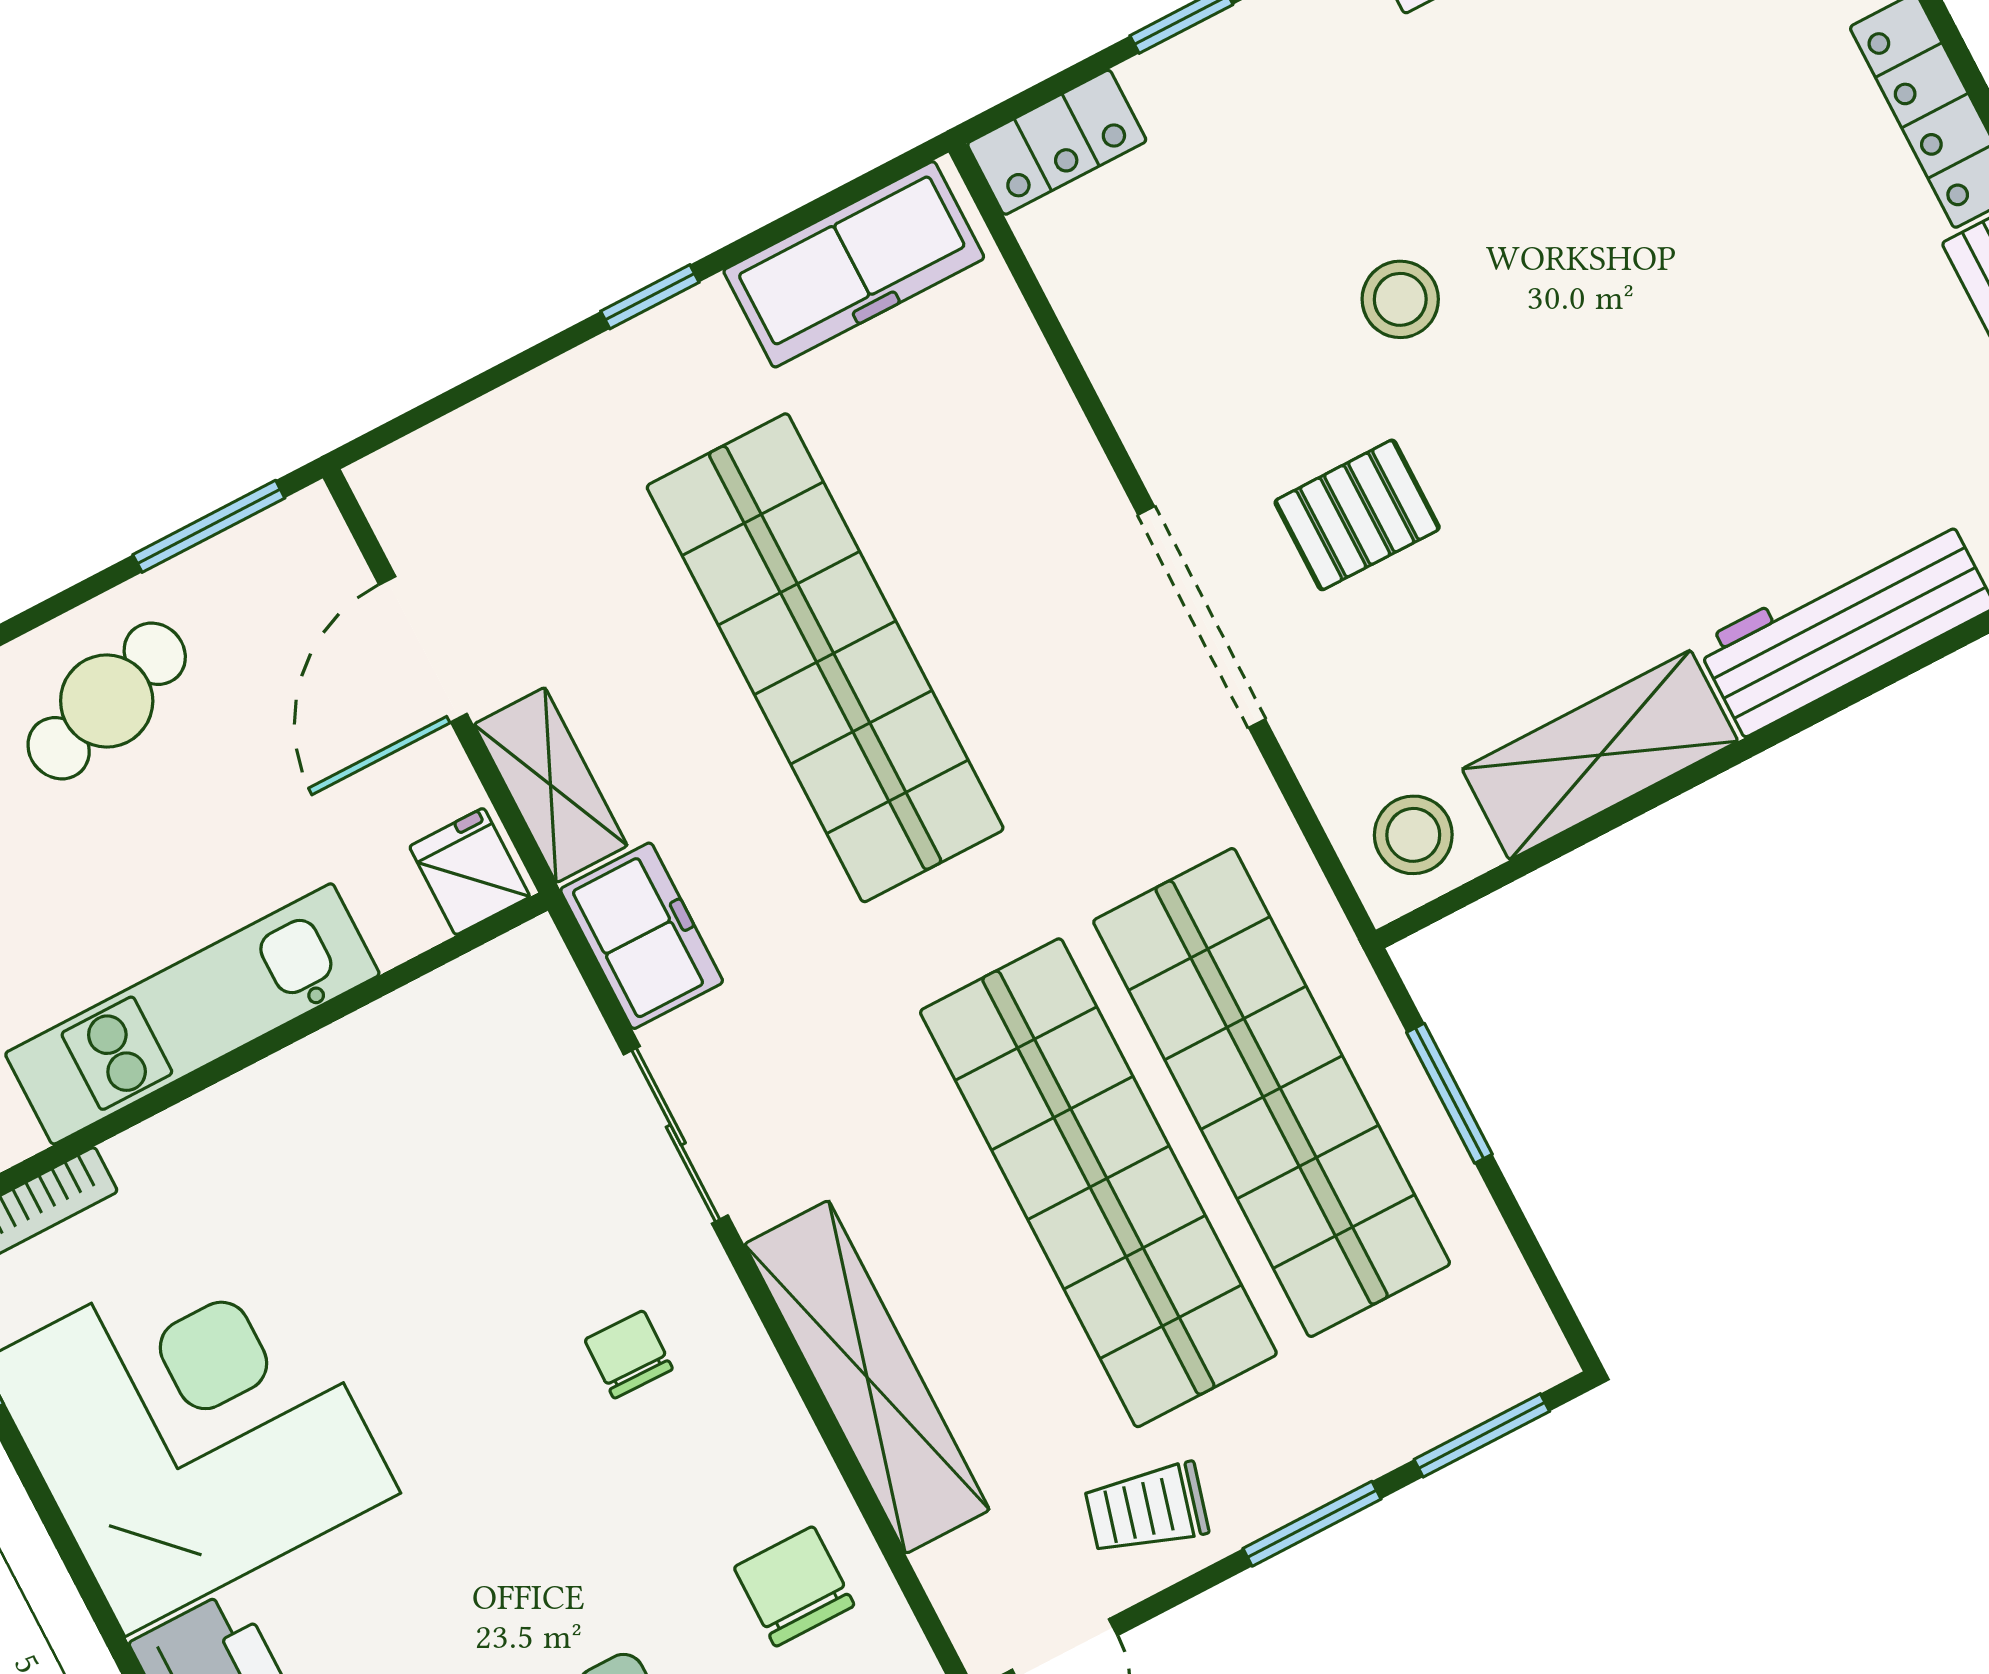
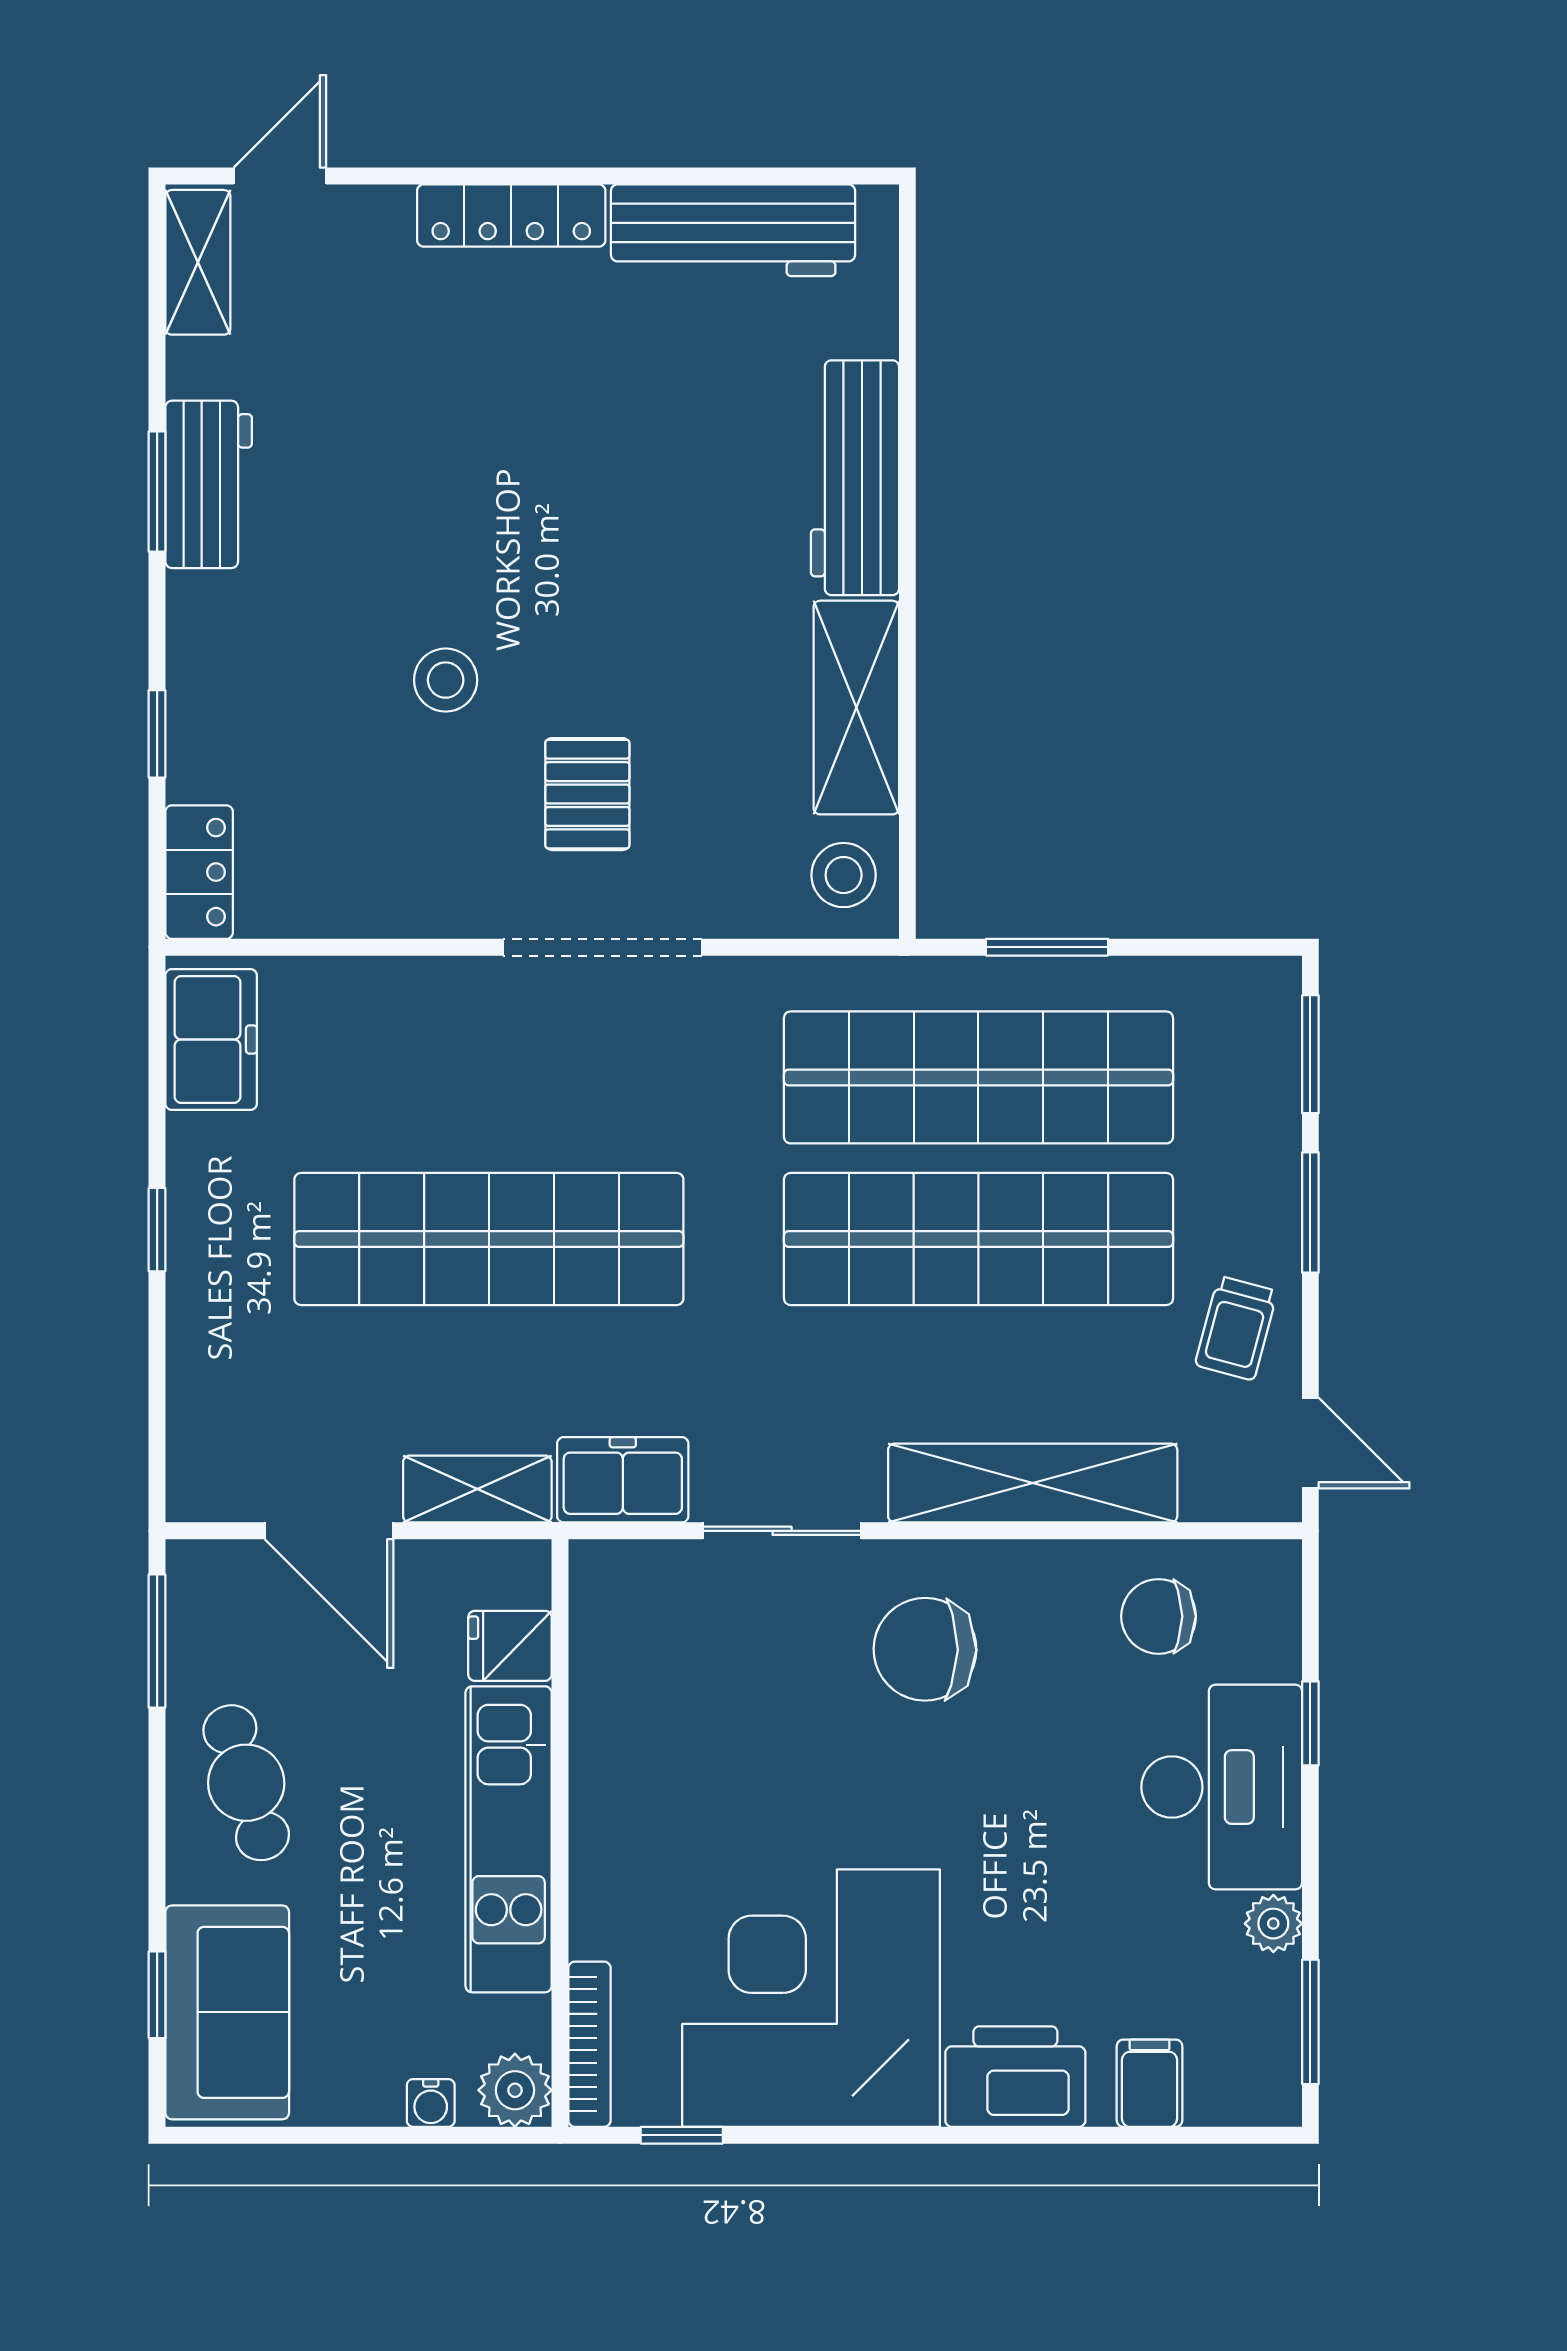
freezer: (854, 264) -> (211, 1039), width x0.71
fridge: (470, 872) -> (510, 1646), moved
chair: (629, 1354) -> (925, 1649), width x1.87, depth x1.87

